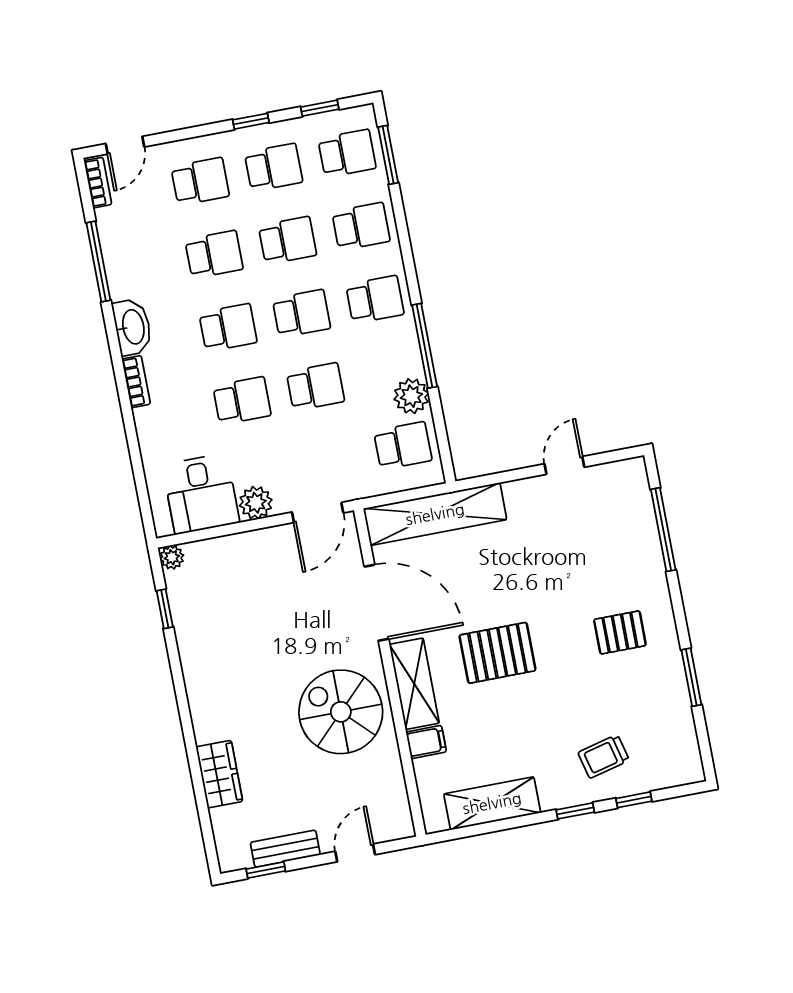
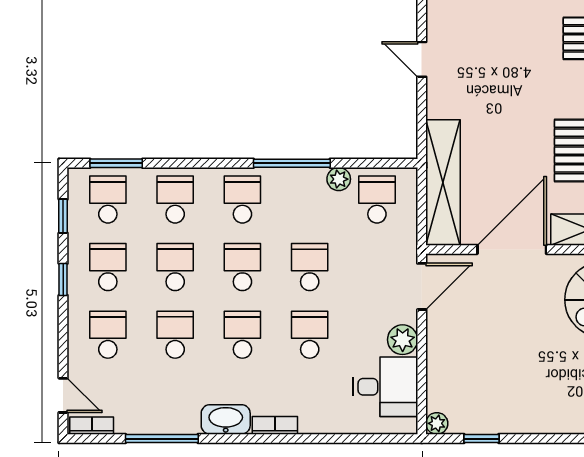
plant: (411, 396) -> (339, 179), width x0.73, depth x0.73
door: (318, 512) -> (422, 286), hinge flipped

